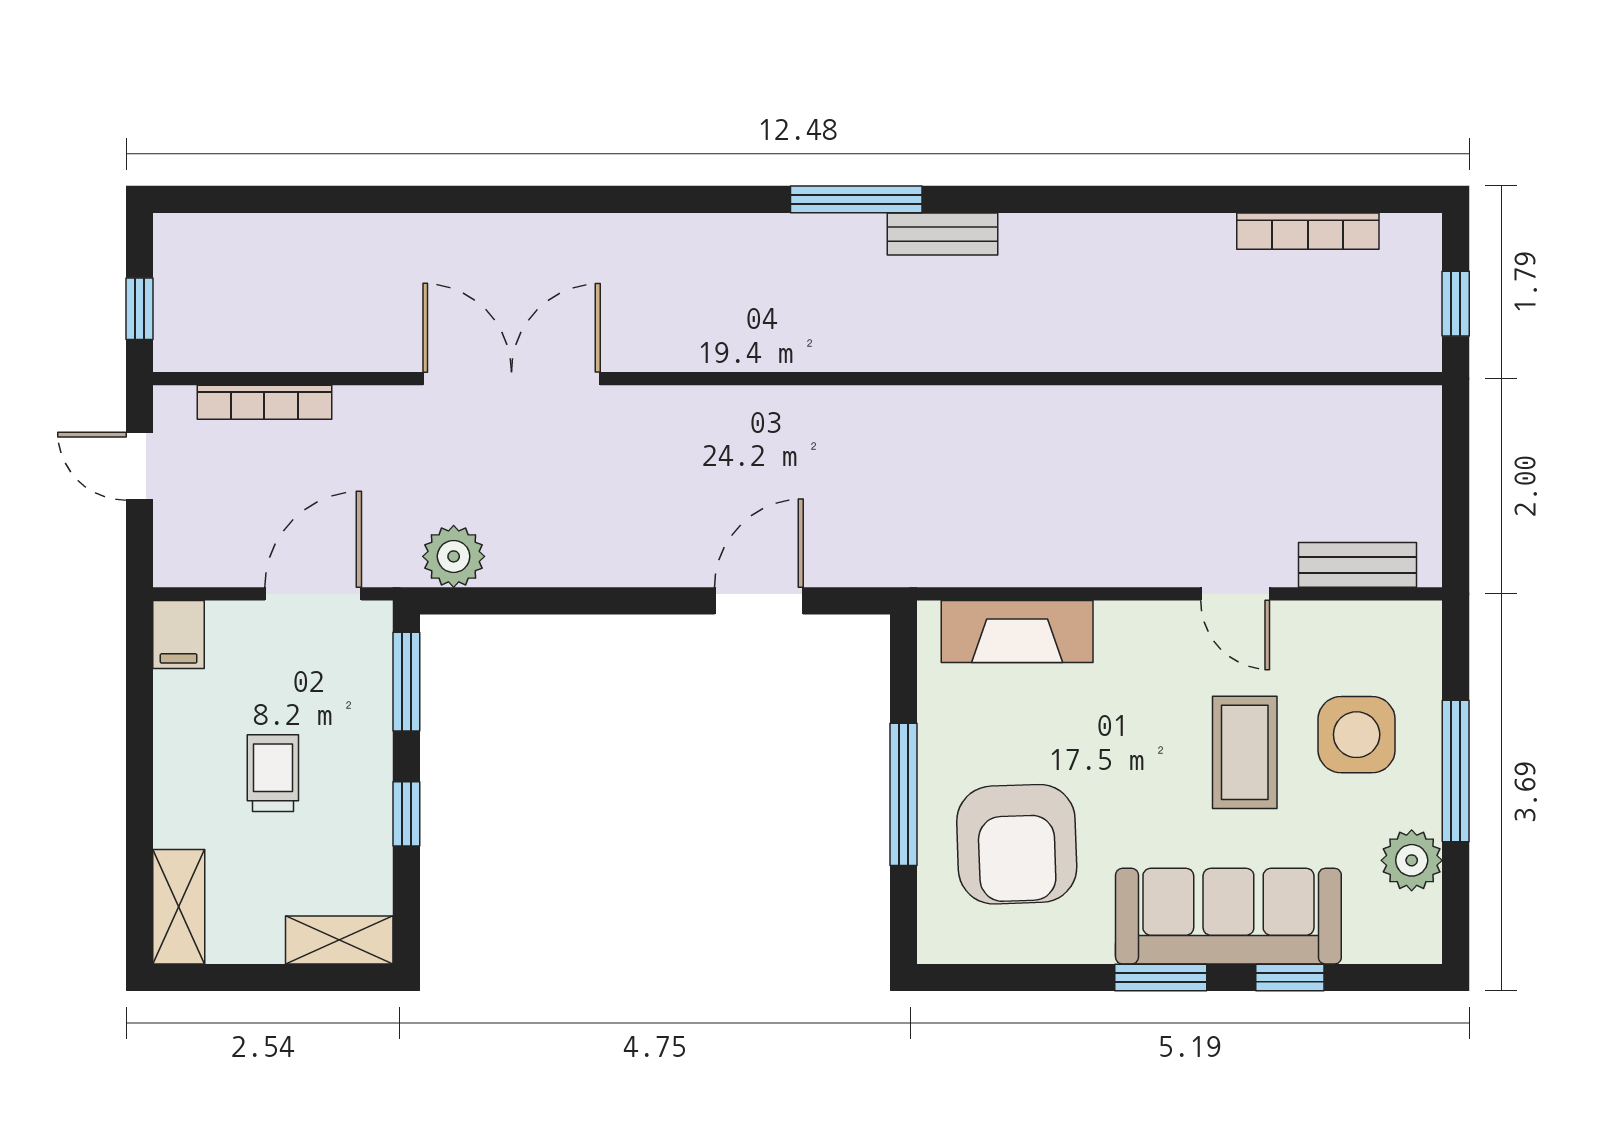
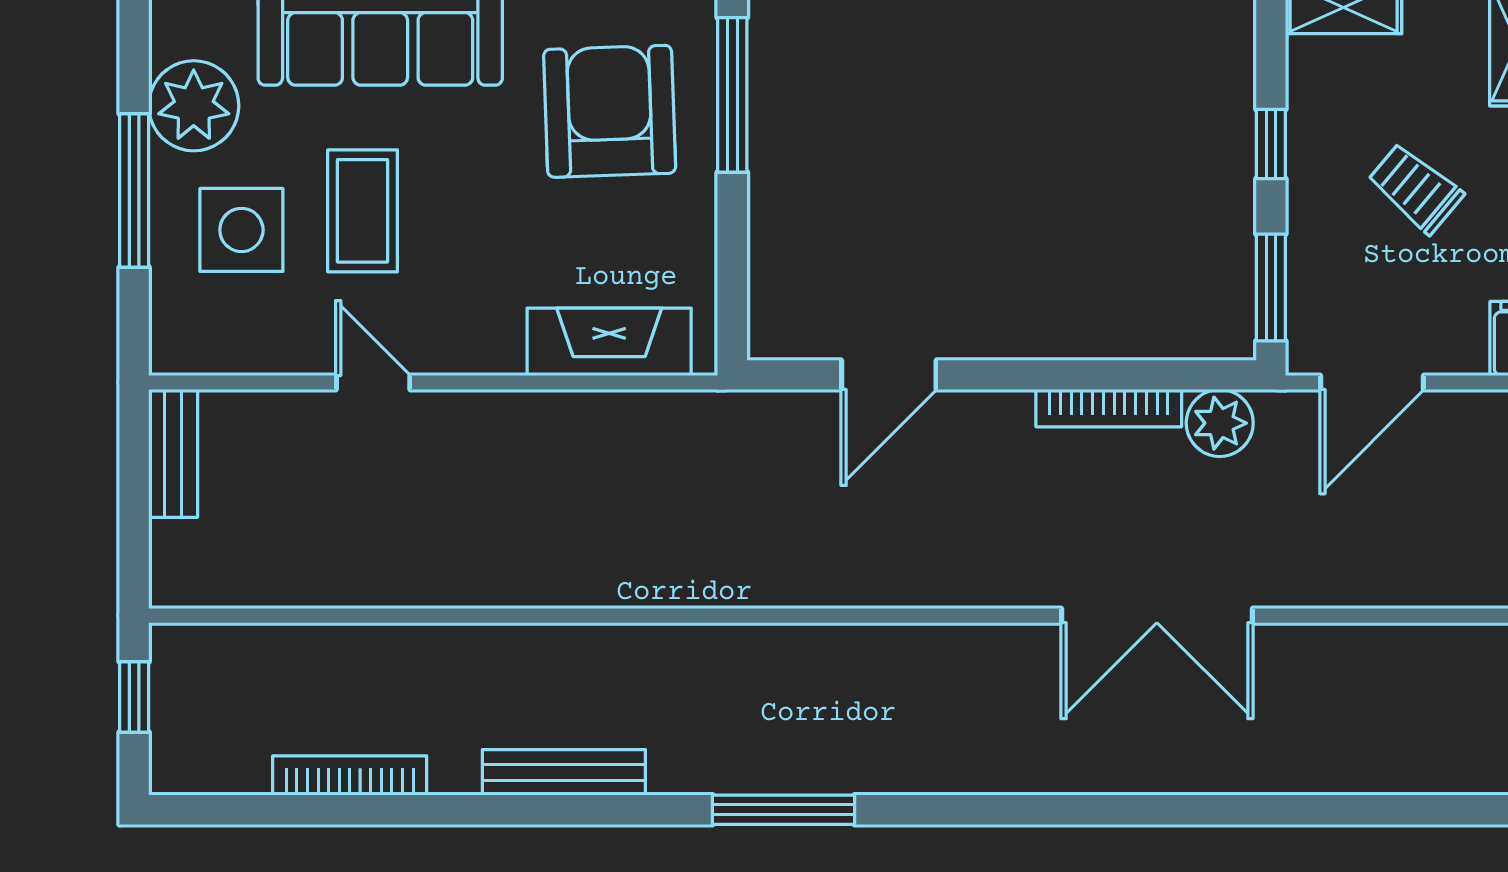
bookcase: (1308, 231) -> (350, 776), moved
bench: (942, 234) -> (564, 772), moved, width x1.36
bookcase: (264, 402) -> (1109, 408), moved, turned 180
bench: (1358, 565) -> (173, 453), moved, turned 90
trolley: (273, 773) -> (1415, 188), turned 130
window: (904, 794) -> (732, 95), moved
plant: (1412, 860) -> (194, 106), width x1.36, depth x1.36

